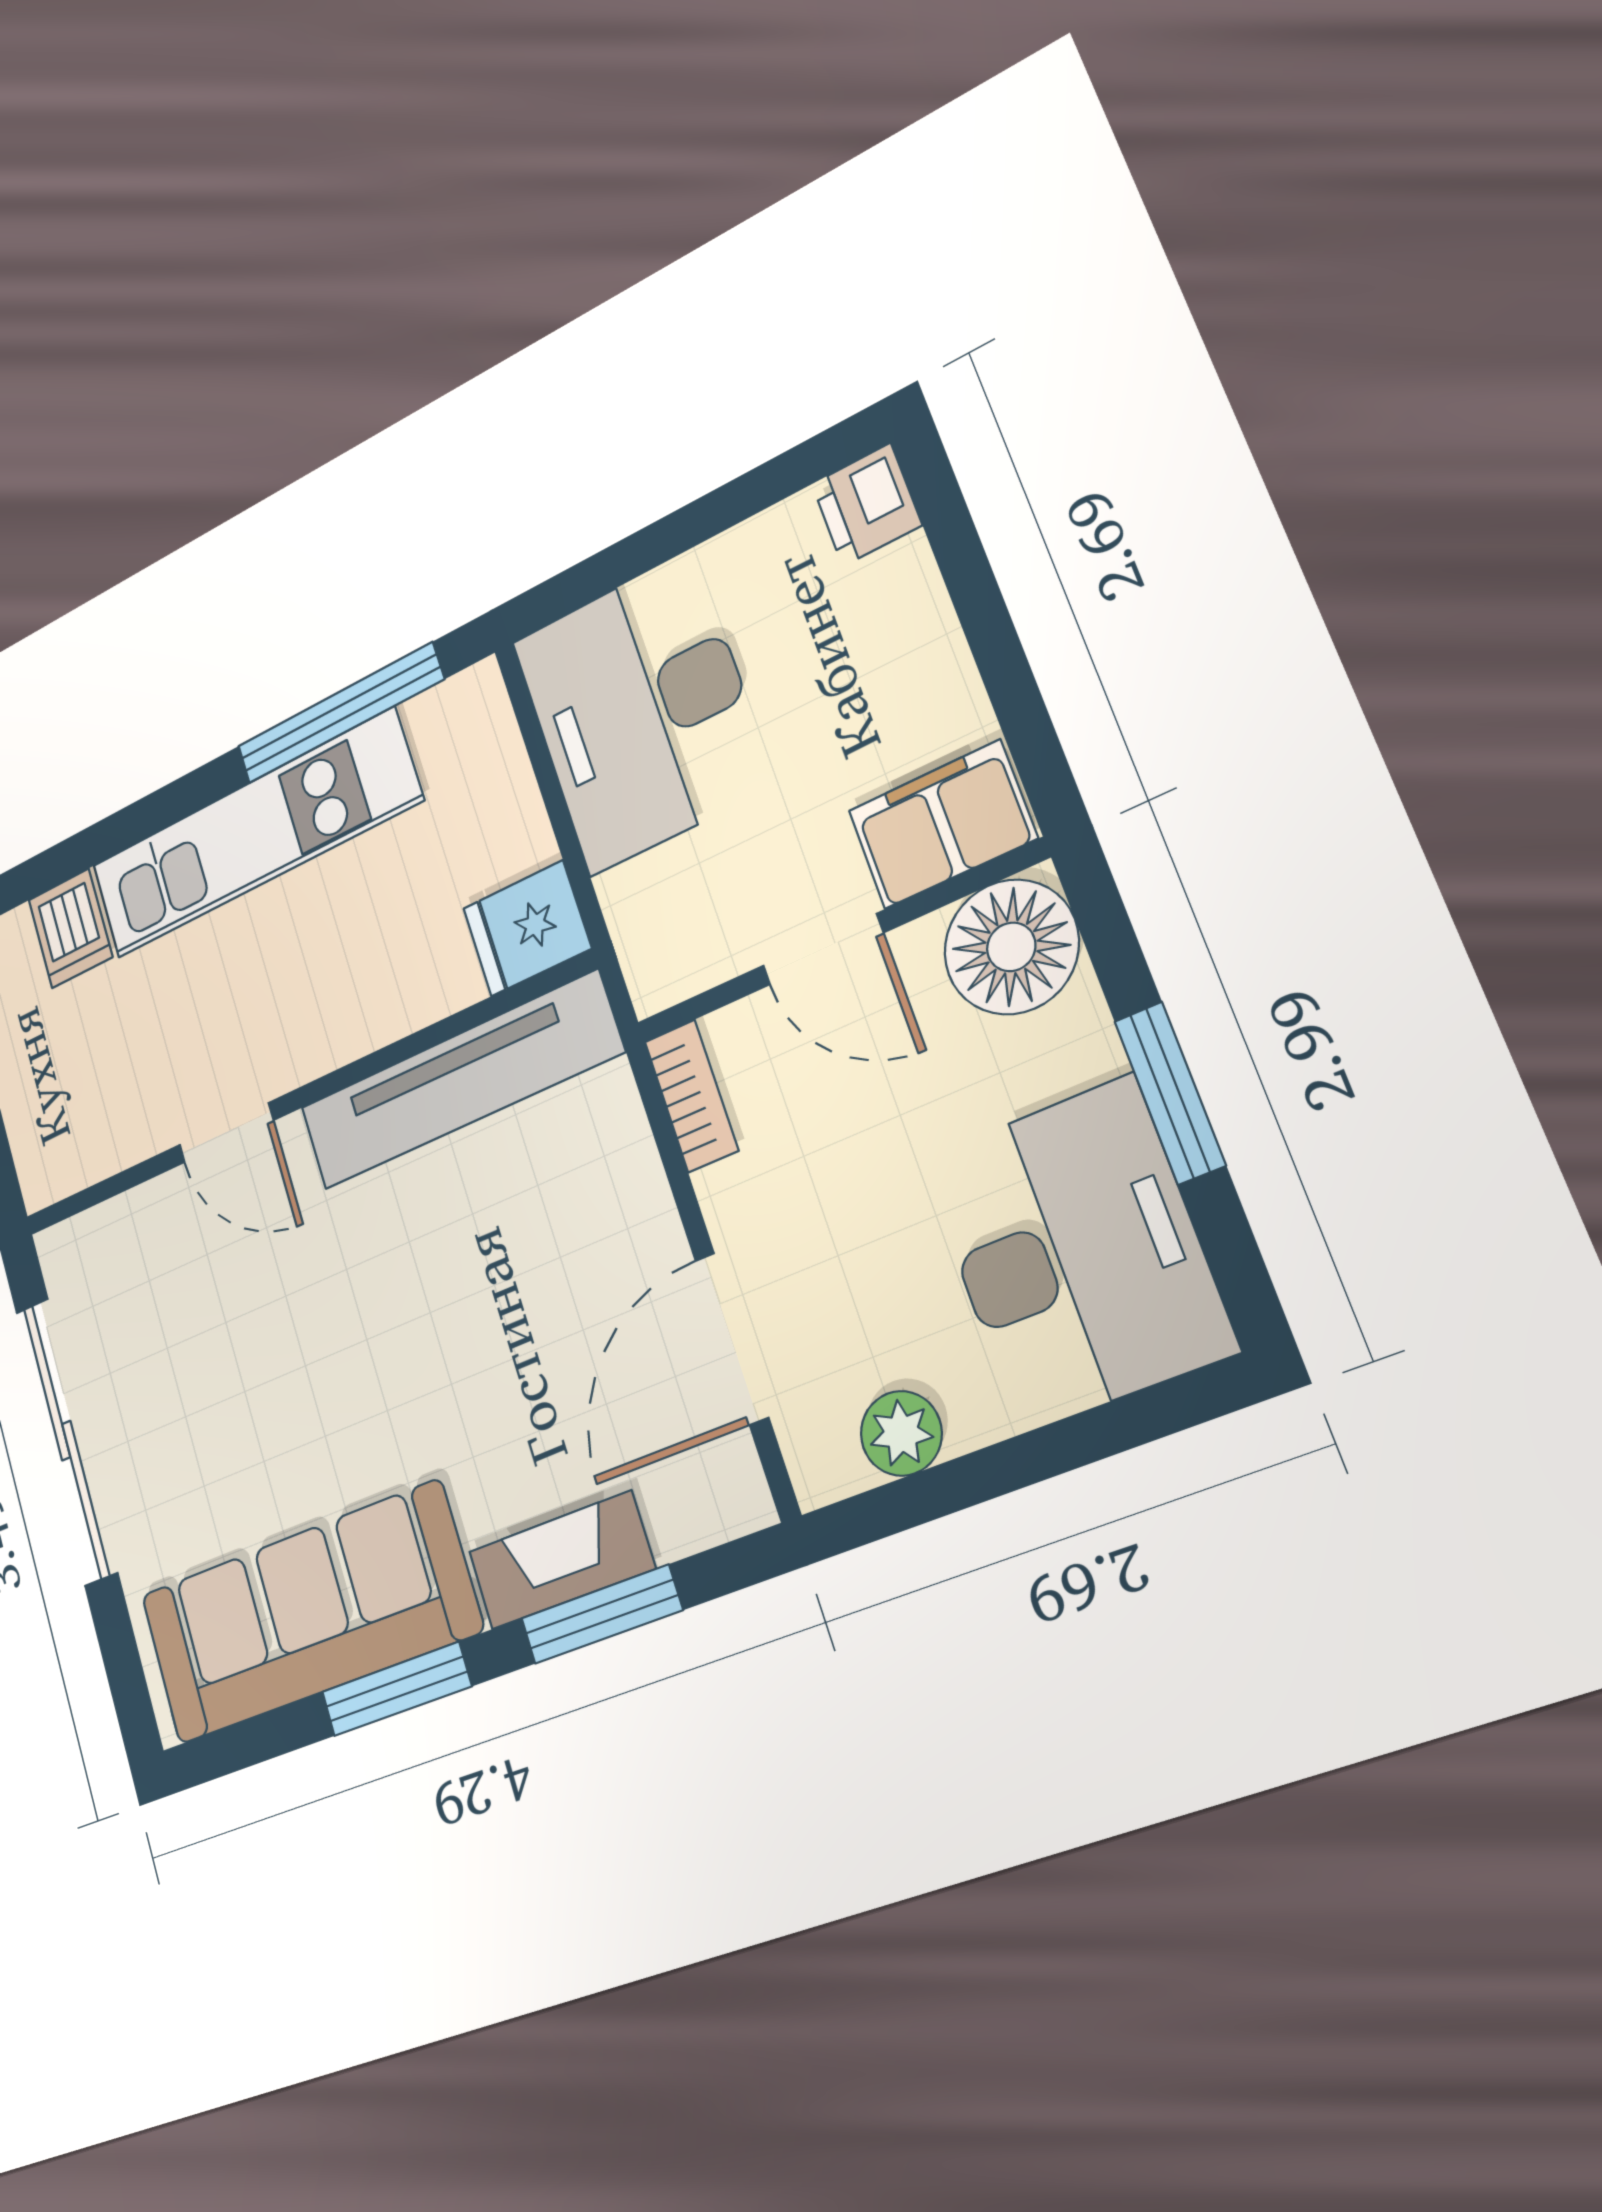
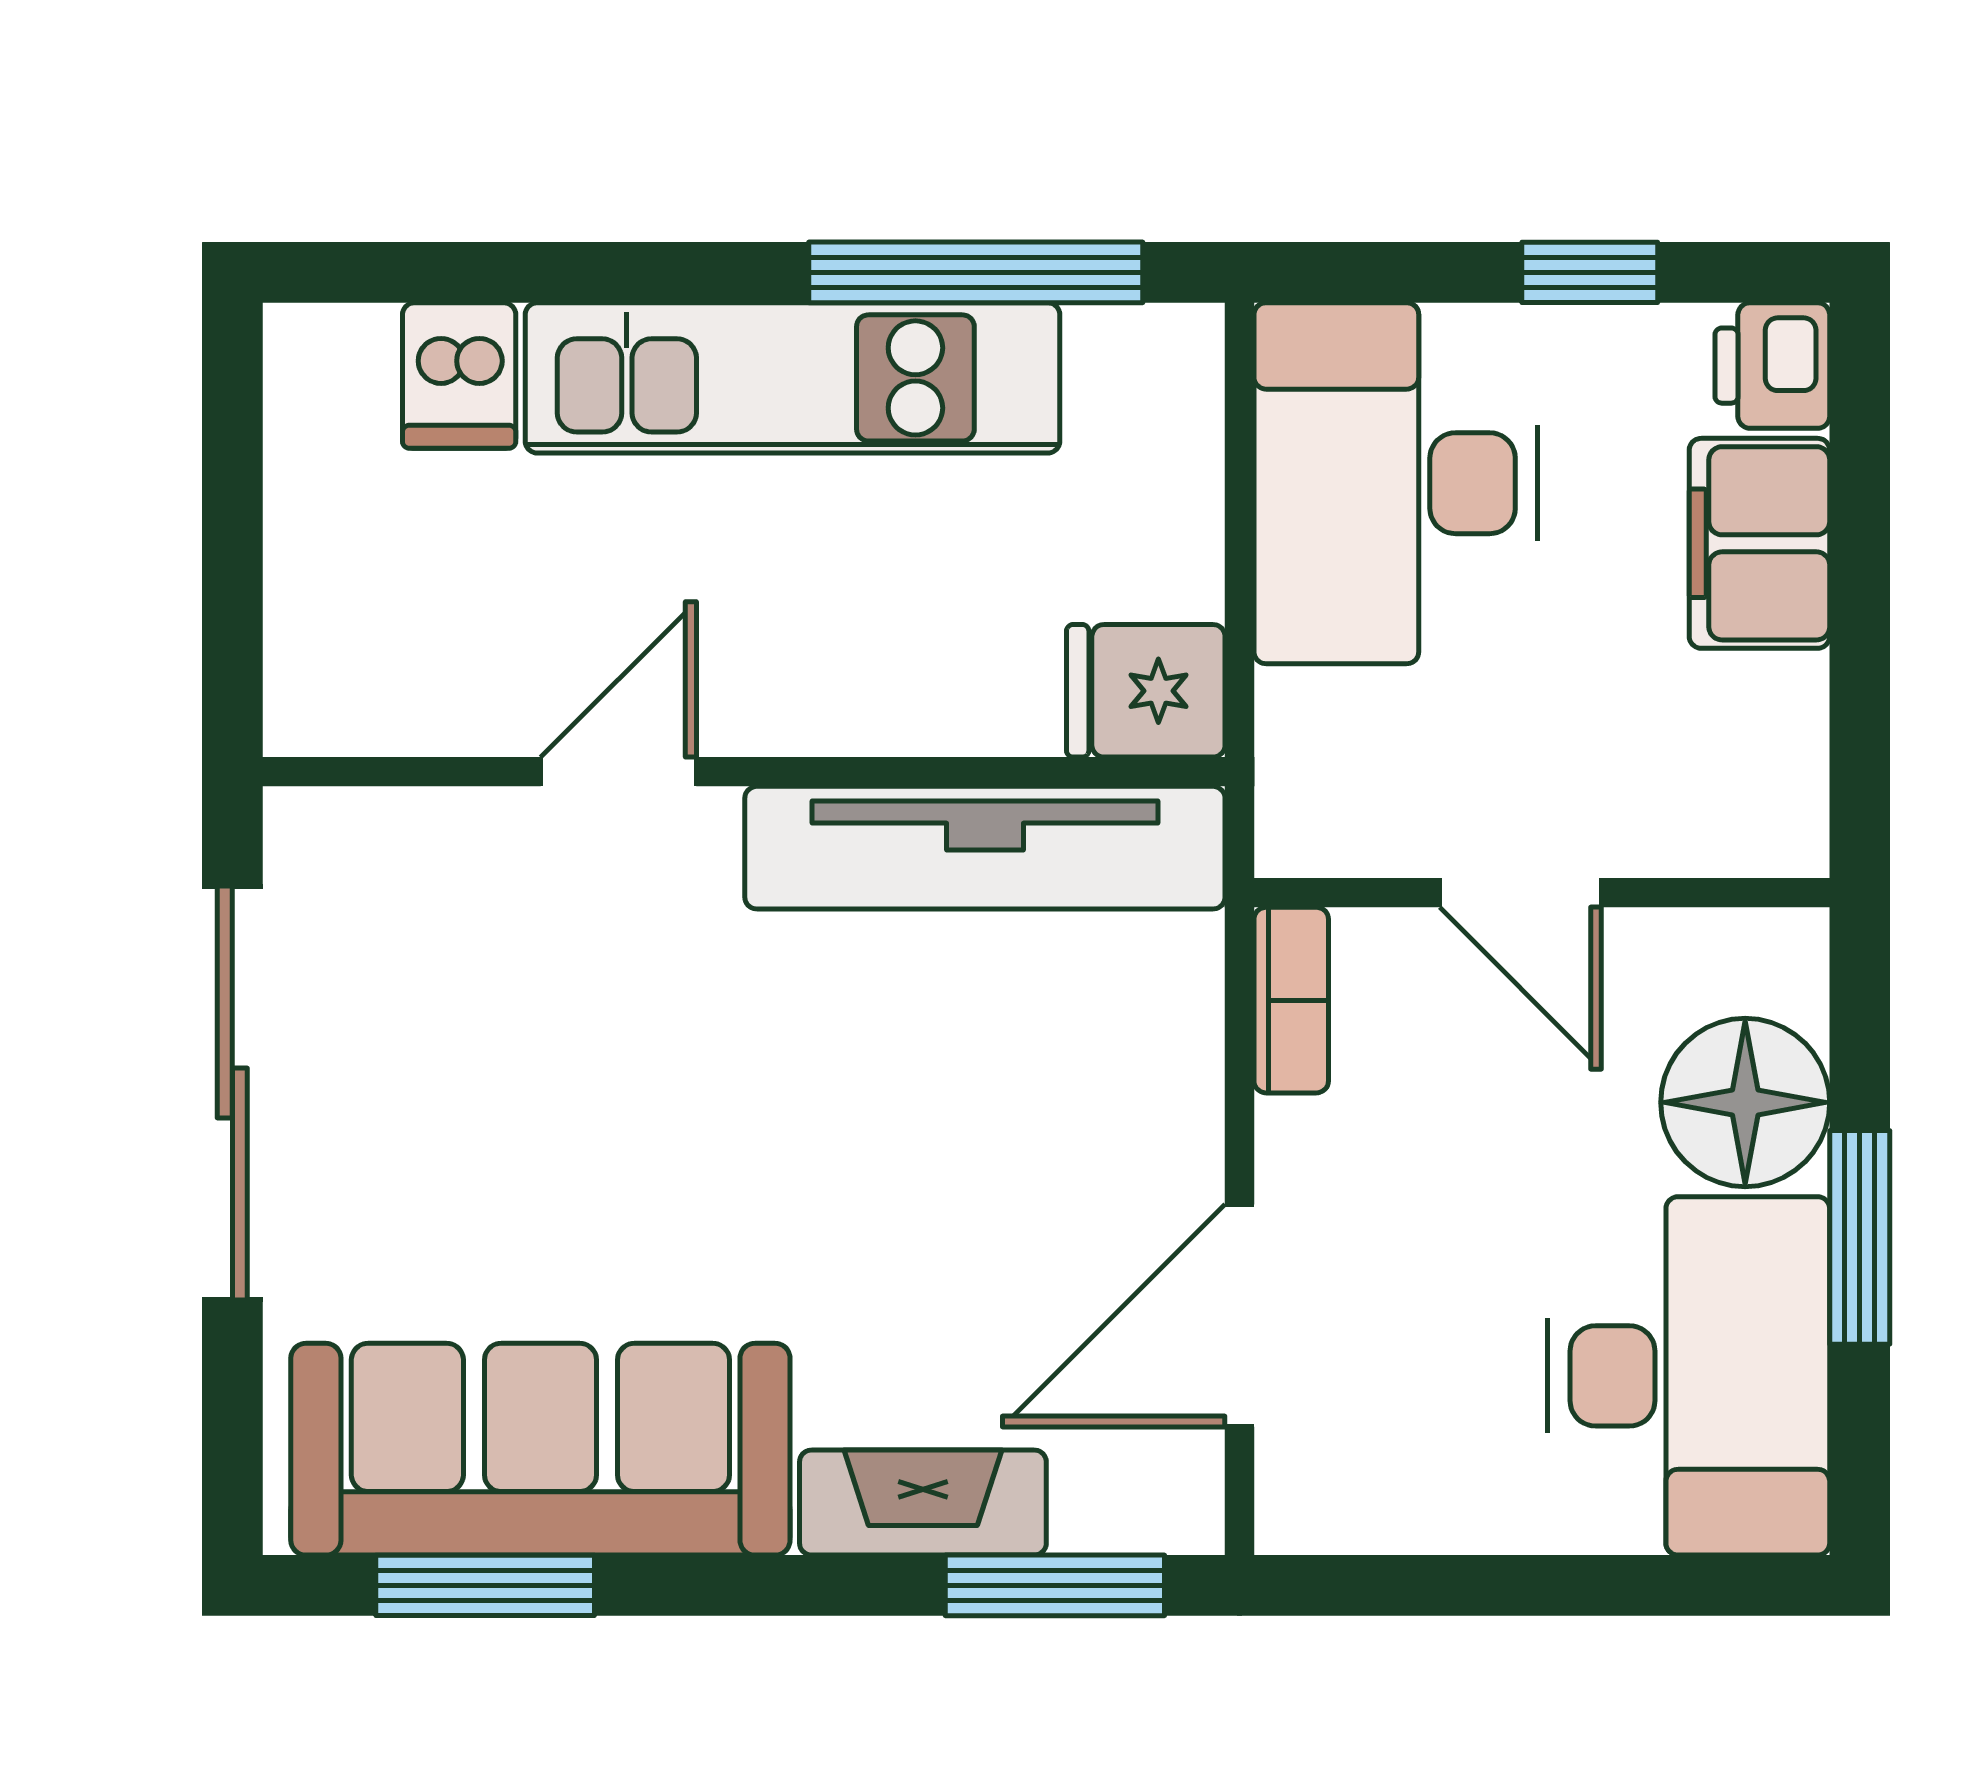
window: (720, 510) -> (1590, 272), added
filing cabinet: (942, 824) -> (1759, 543), moved, turned -90
floor lamp: (1011, 947) -> (1745, 1102), moved
door: (226, 1133) -> (618, 772), swing flipped
plant: (901, 1433) -> (1409, 1504), removed
window: (601, 1614) -> (1055, 1585), moved
window: (396, 1689) -> (485, 1585), moved

